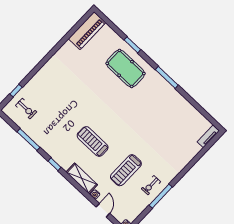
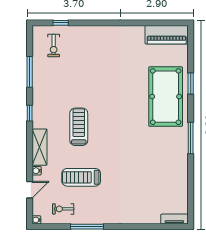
pool table: (126, 68) -> (166, 97), width x1.36, depth x1.32
exercise bike: (151, 185) -> (63, 209), moved

